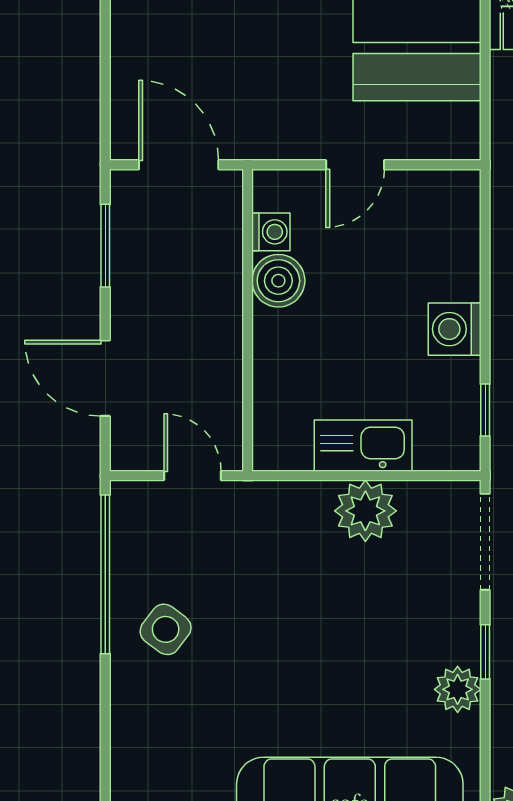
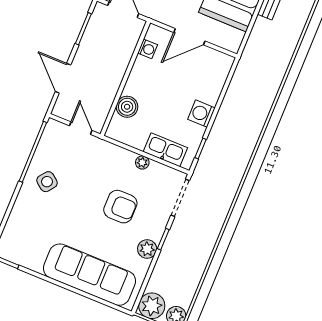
door: (355, 165) -> (189, 37), width x1.38
boiler: (278, 281) -> (127, 107), moved
kitchen sink: (363, 446) -> (165, 150), moved
plant: (365, 511) -> (142, 163), width x0.53, depth x0.53
armchair: (357, 618) -> (120, 207), added

